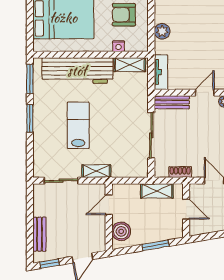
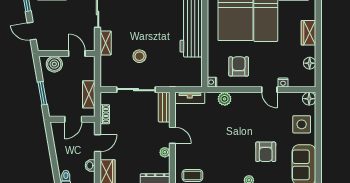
nightstand: (118, 46) -> (212, 82), moved
shelving: (130, 65) -> (196, 71), removed
lab bench: (78, 125) -> (145, 27), removed
stool: (112, 131) -> (139, 56), added

